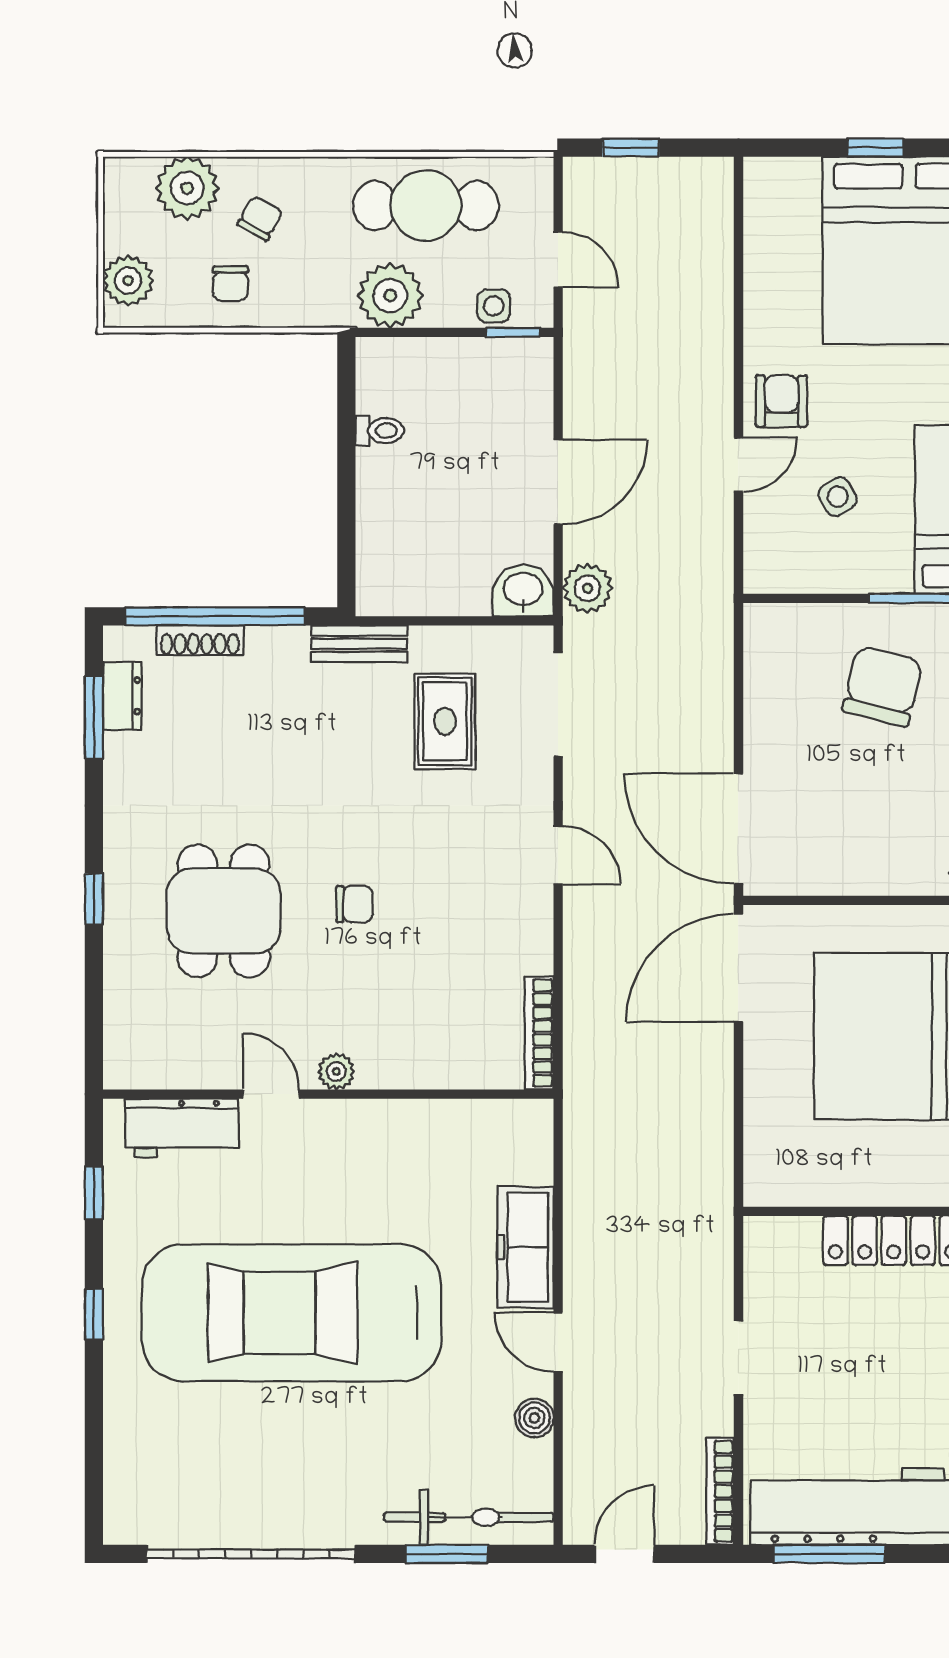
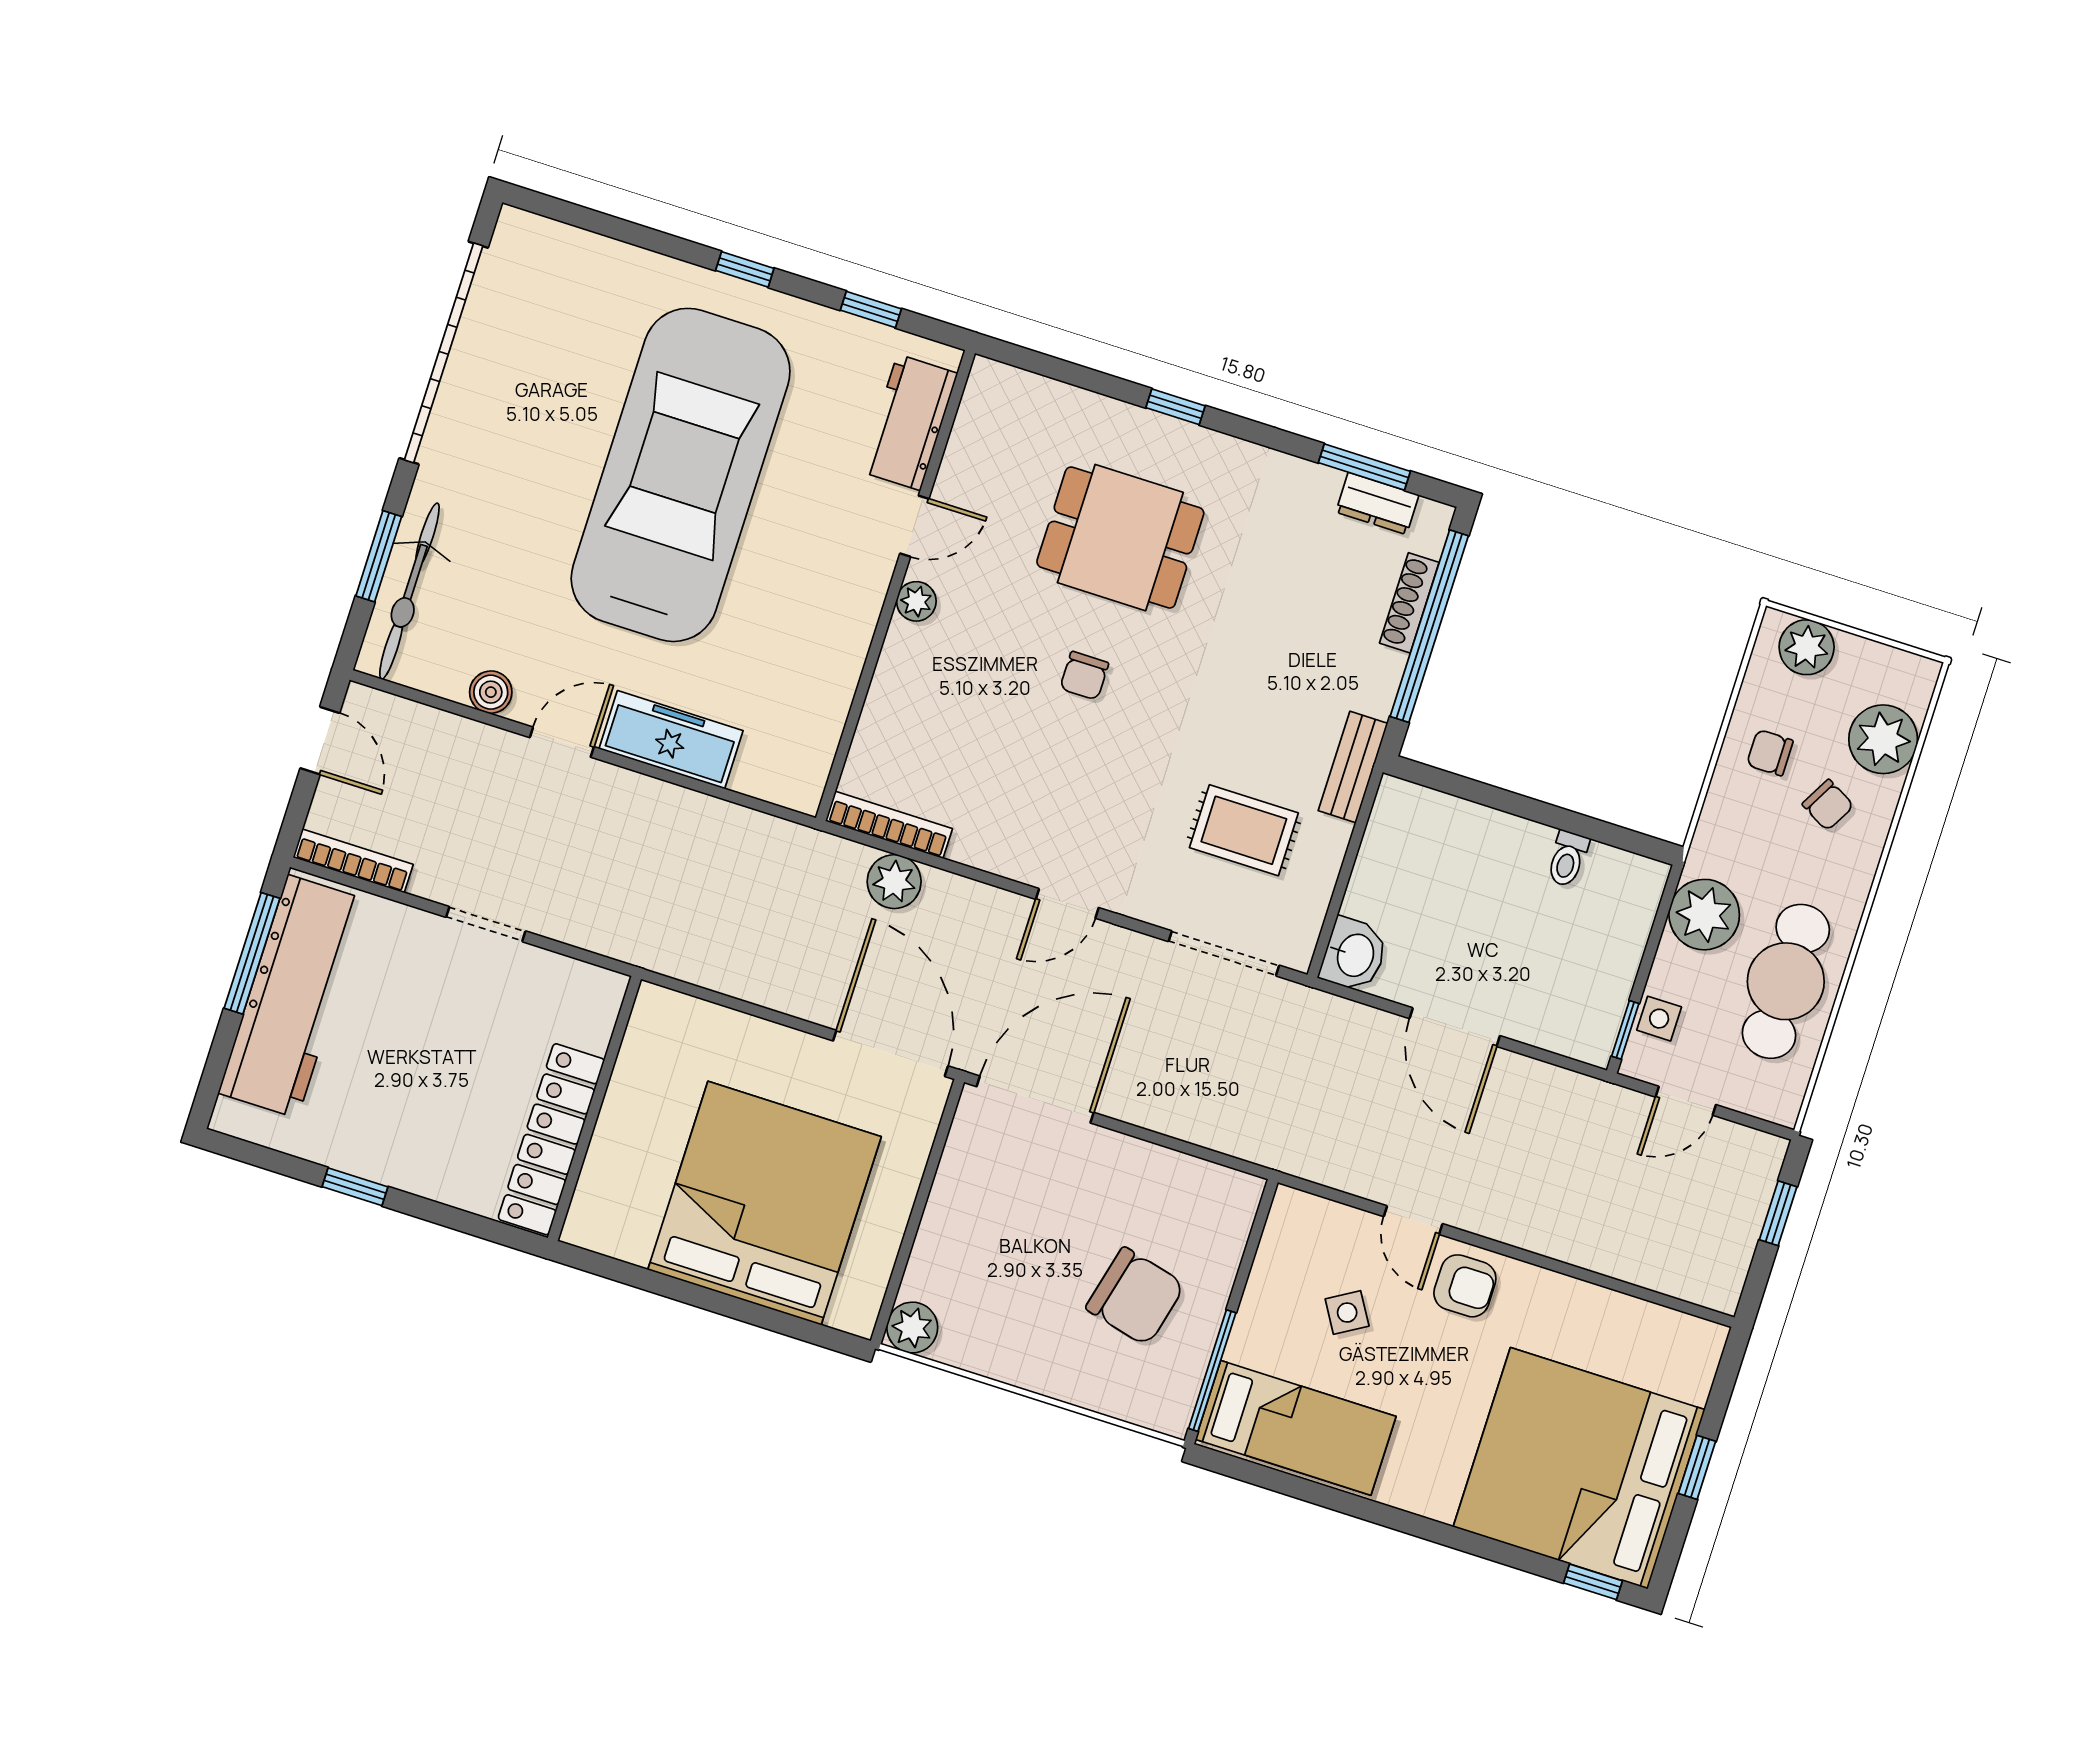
plant: (587, 588) -> (894, 882), moved

